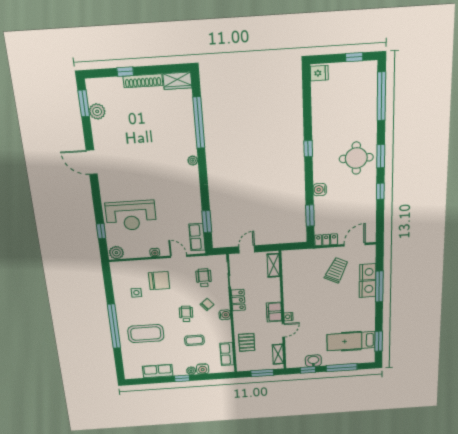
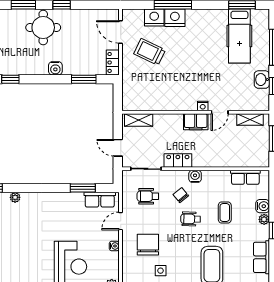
round table: (356, 158) -> (43, 27), moved
door: (283, 330) -> (220, 112), swing flipped
pallet: (247, 342) -> (232, 154), removed

